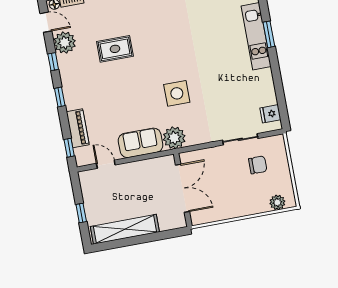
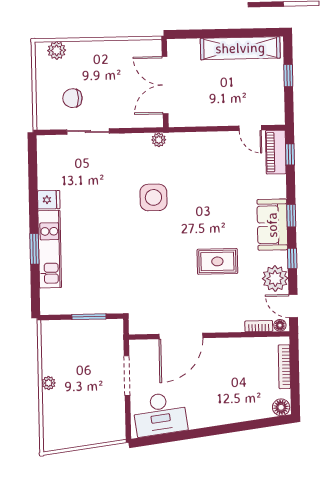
fridge: (270, 114) -> (49, 200), moved
piano: (78, 128) -> (276, 152), moved
plant: (174, 138) -> (159, 140), width x0.53, depth x0.53
sofa: (141, 143) -> (272, 225), moved, turned 90

